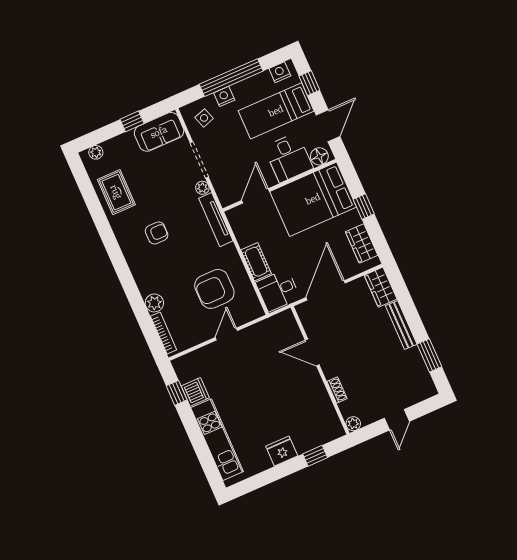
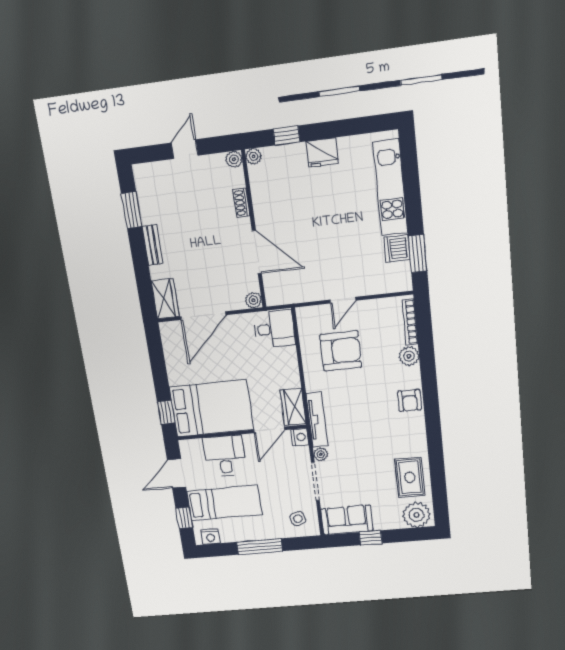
window: (231, 78) -> (259, 547), width x0.68
nightstand: (224, 96) -> (300, 437), moved, turned -90
plant: (96, 152) -> (416, 515), width x1.88, depth x1.88
floor lamp: (319, 156) -> (193, 447), removed
window: (364, 207) -> (166, 412), moved
armchair: (157, 233) -> (410, 400), moved, turned -90
wardrobe: (362, 244) -> (293, 407), moved, turned 180
cot: (256, 262) -> (288, 365), removed
door: (326, 290) -> (203, 316), moved
plant: (303, 310) -> (253, 300), added
bench: (401, 325) -> (153, 245), width x0.73
door: (312, 352) -> (257, 252), width x1.36
window: (177, 393) -> (418, 254), width x1.50
plant: (338, 431) -> (254, 156), added

